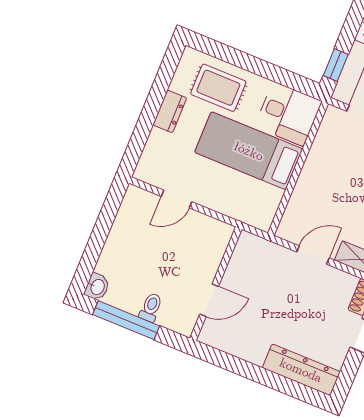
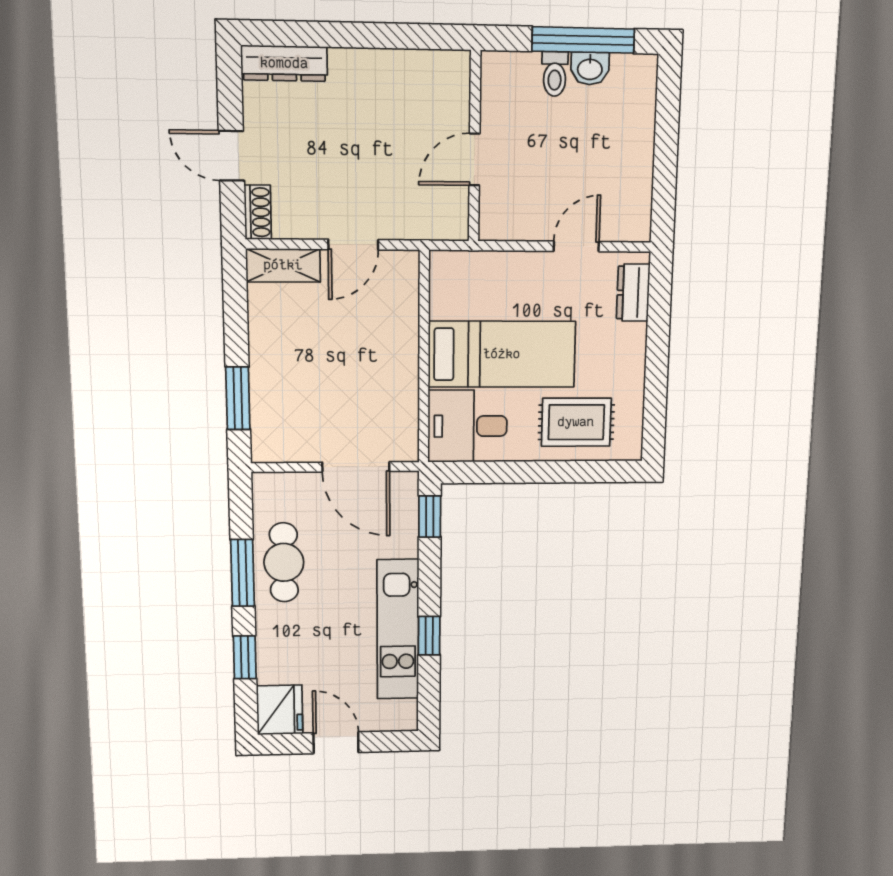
dresser: (170, 111) -> (633, 293), moved
washbasin: (97, 287) -> (590, 68), moved, turned -90
door: (209, 300) -> (474, 159), moved
dresser: (301, 370) -> (284, 63), width x0.73, depth x0.80

